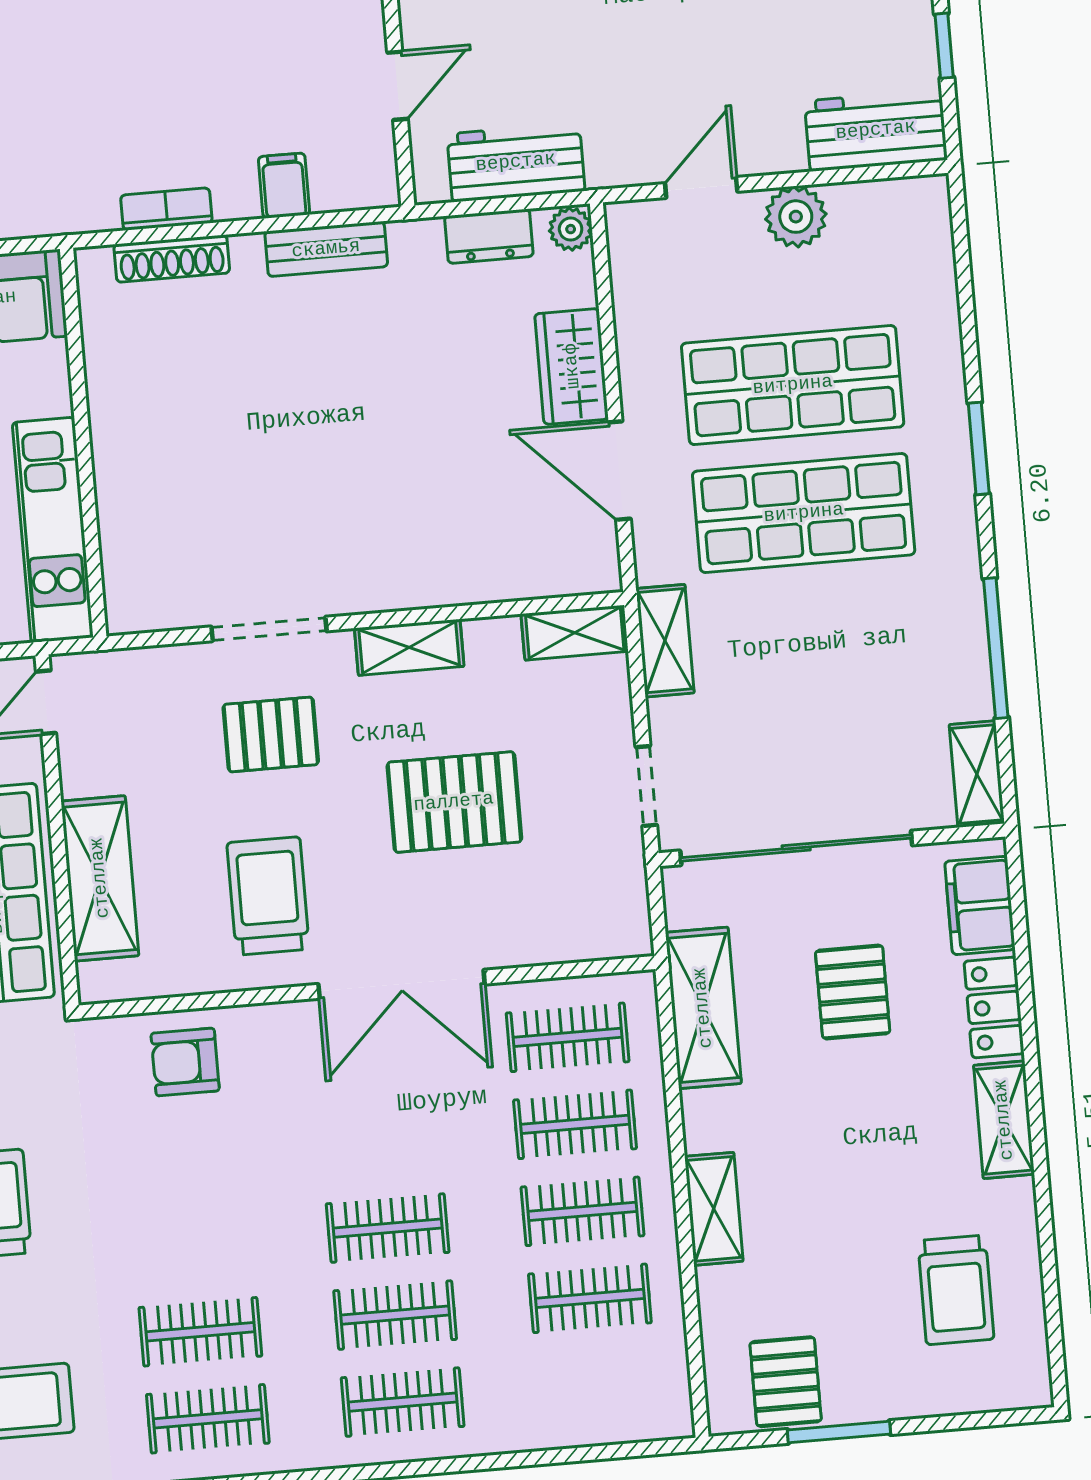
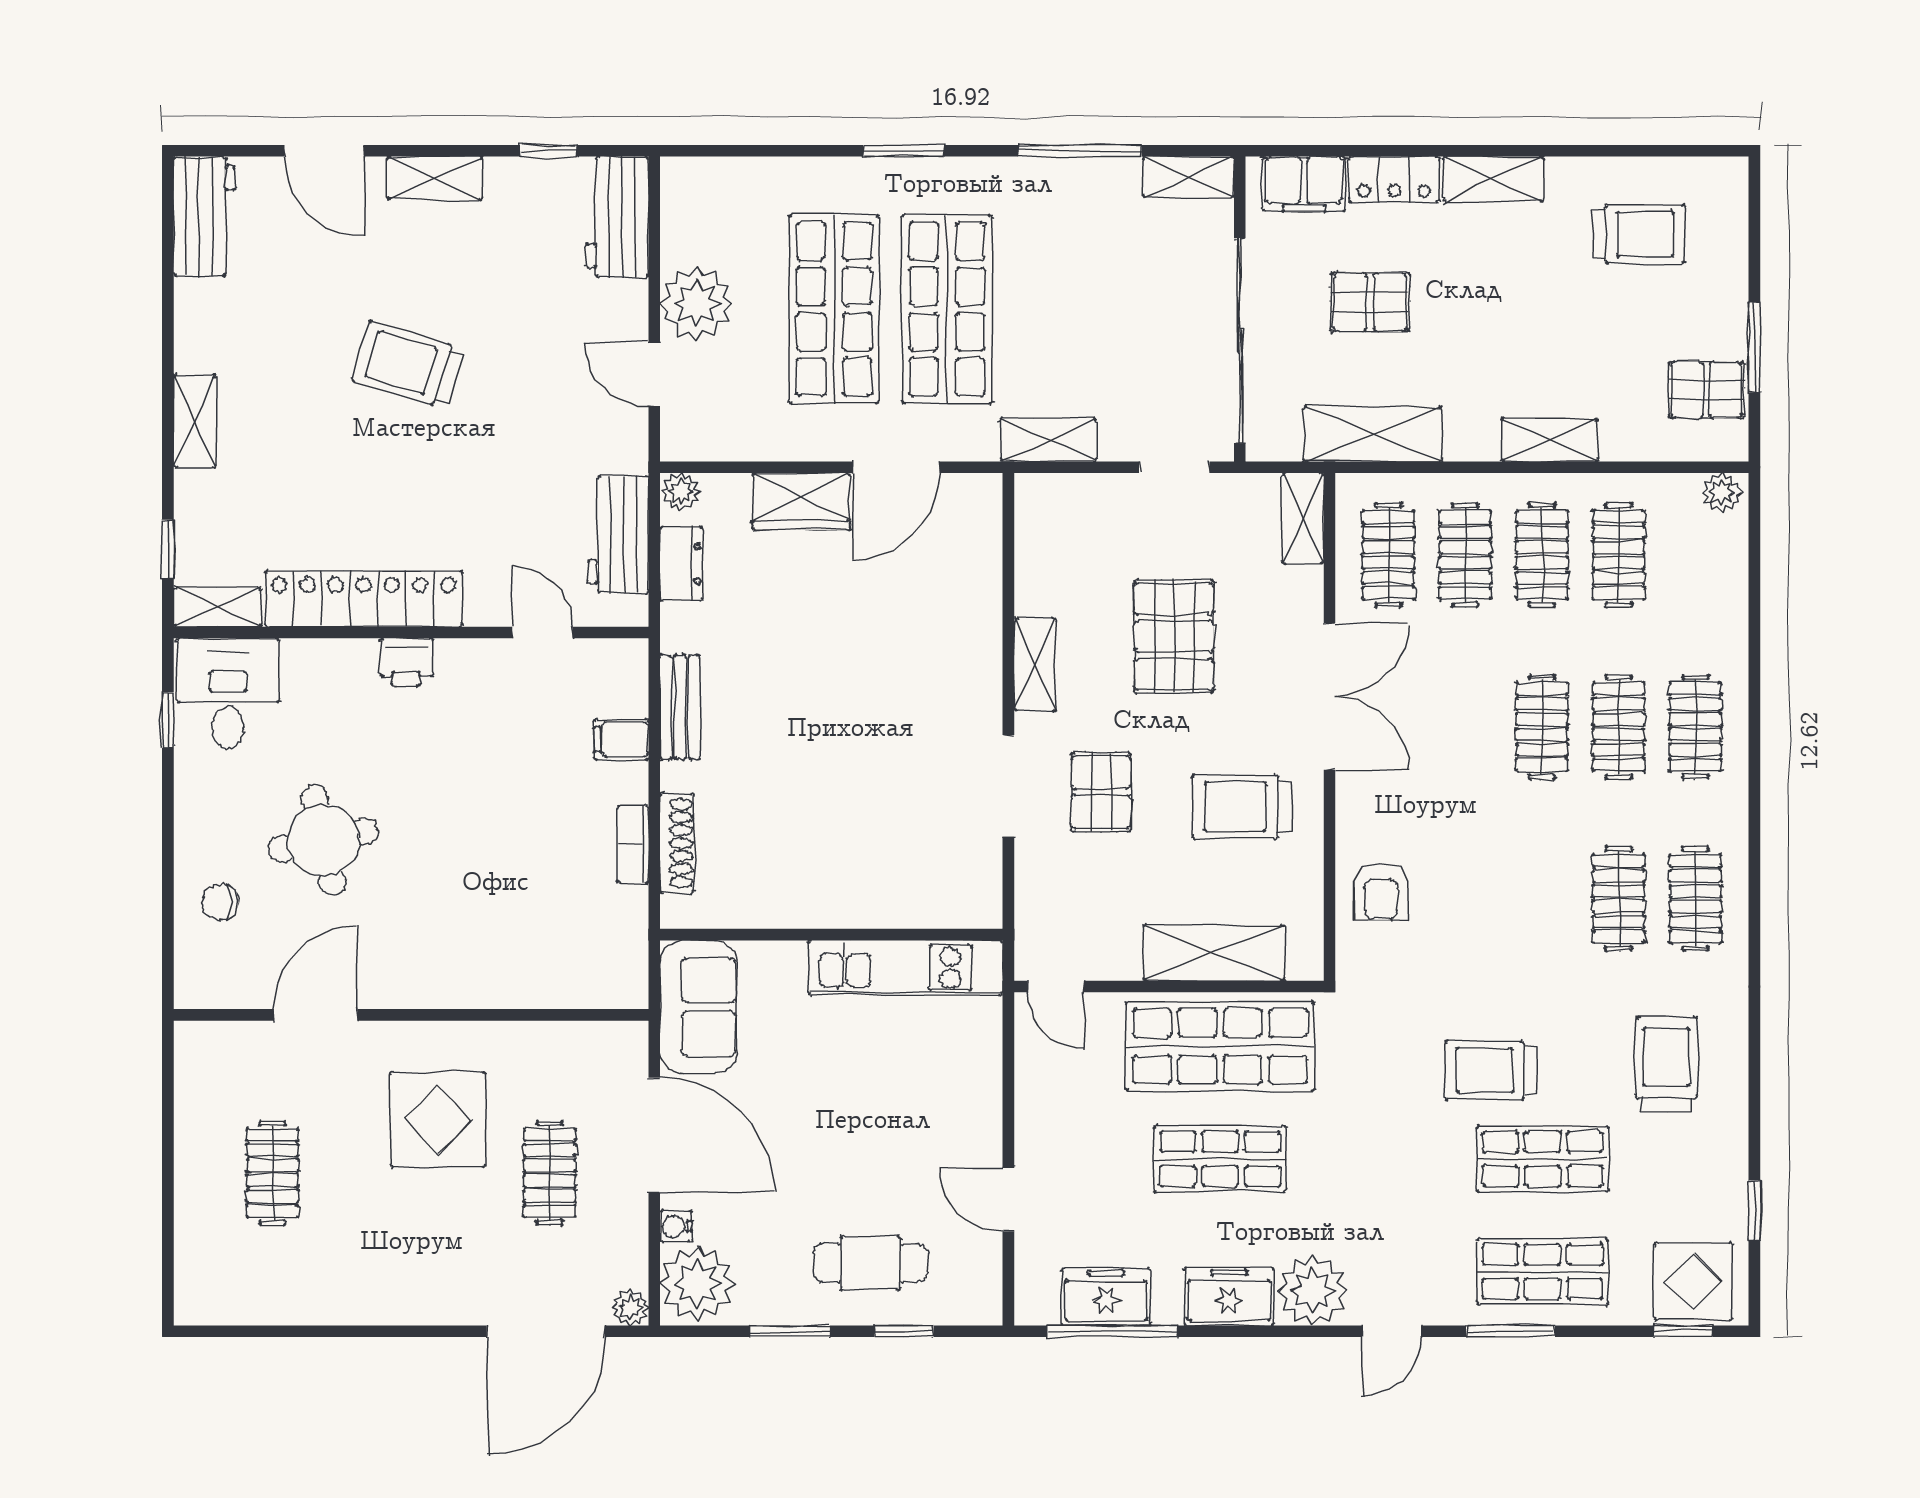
plant: (796, 217) -> (697, 303), width x1.36, depth x1.36
shelving: (575, 633) -> (1303, 518), moved
plant: (671, 1409) -> (1721, 493), added

